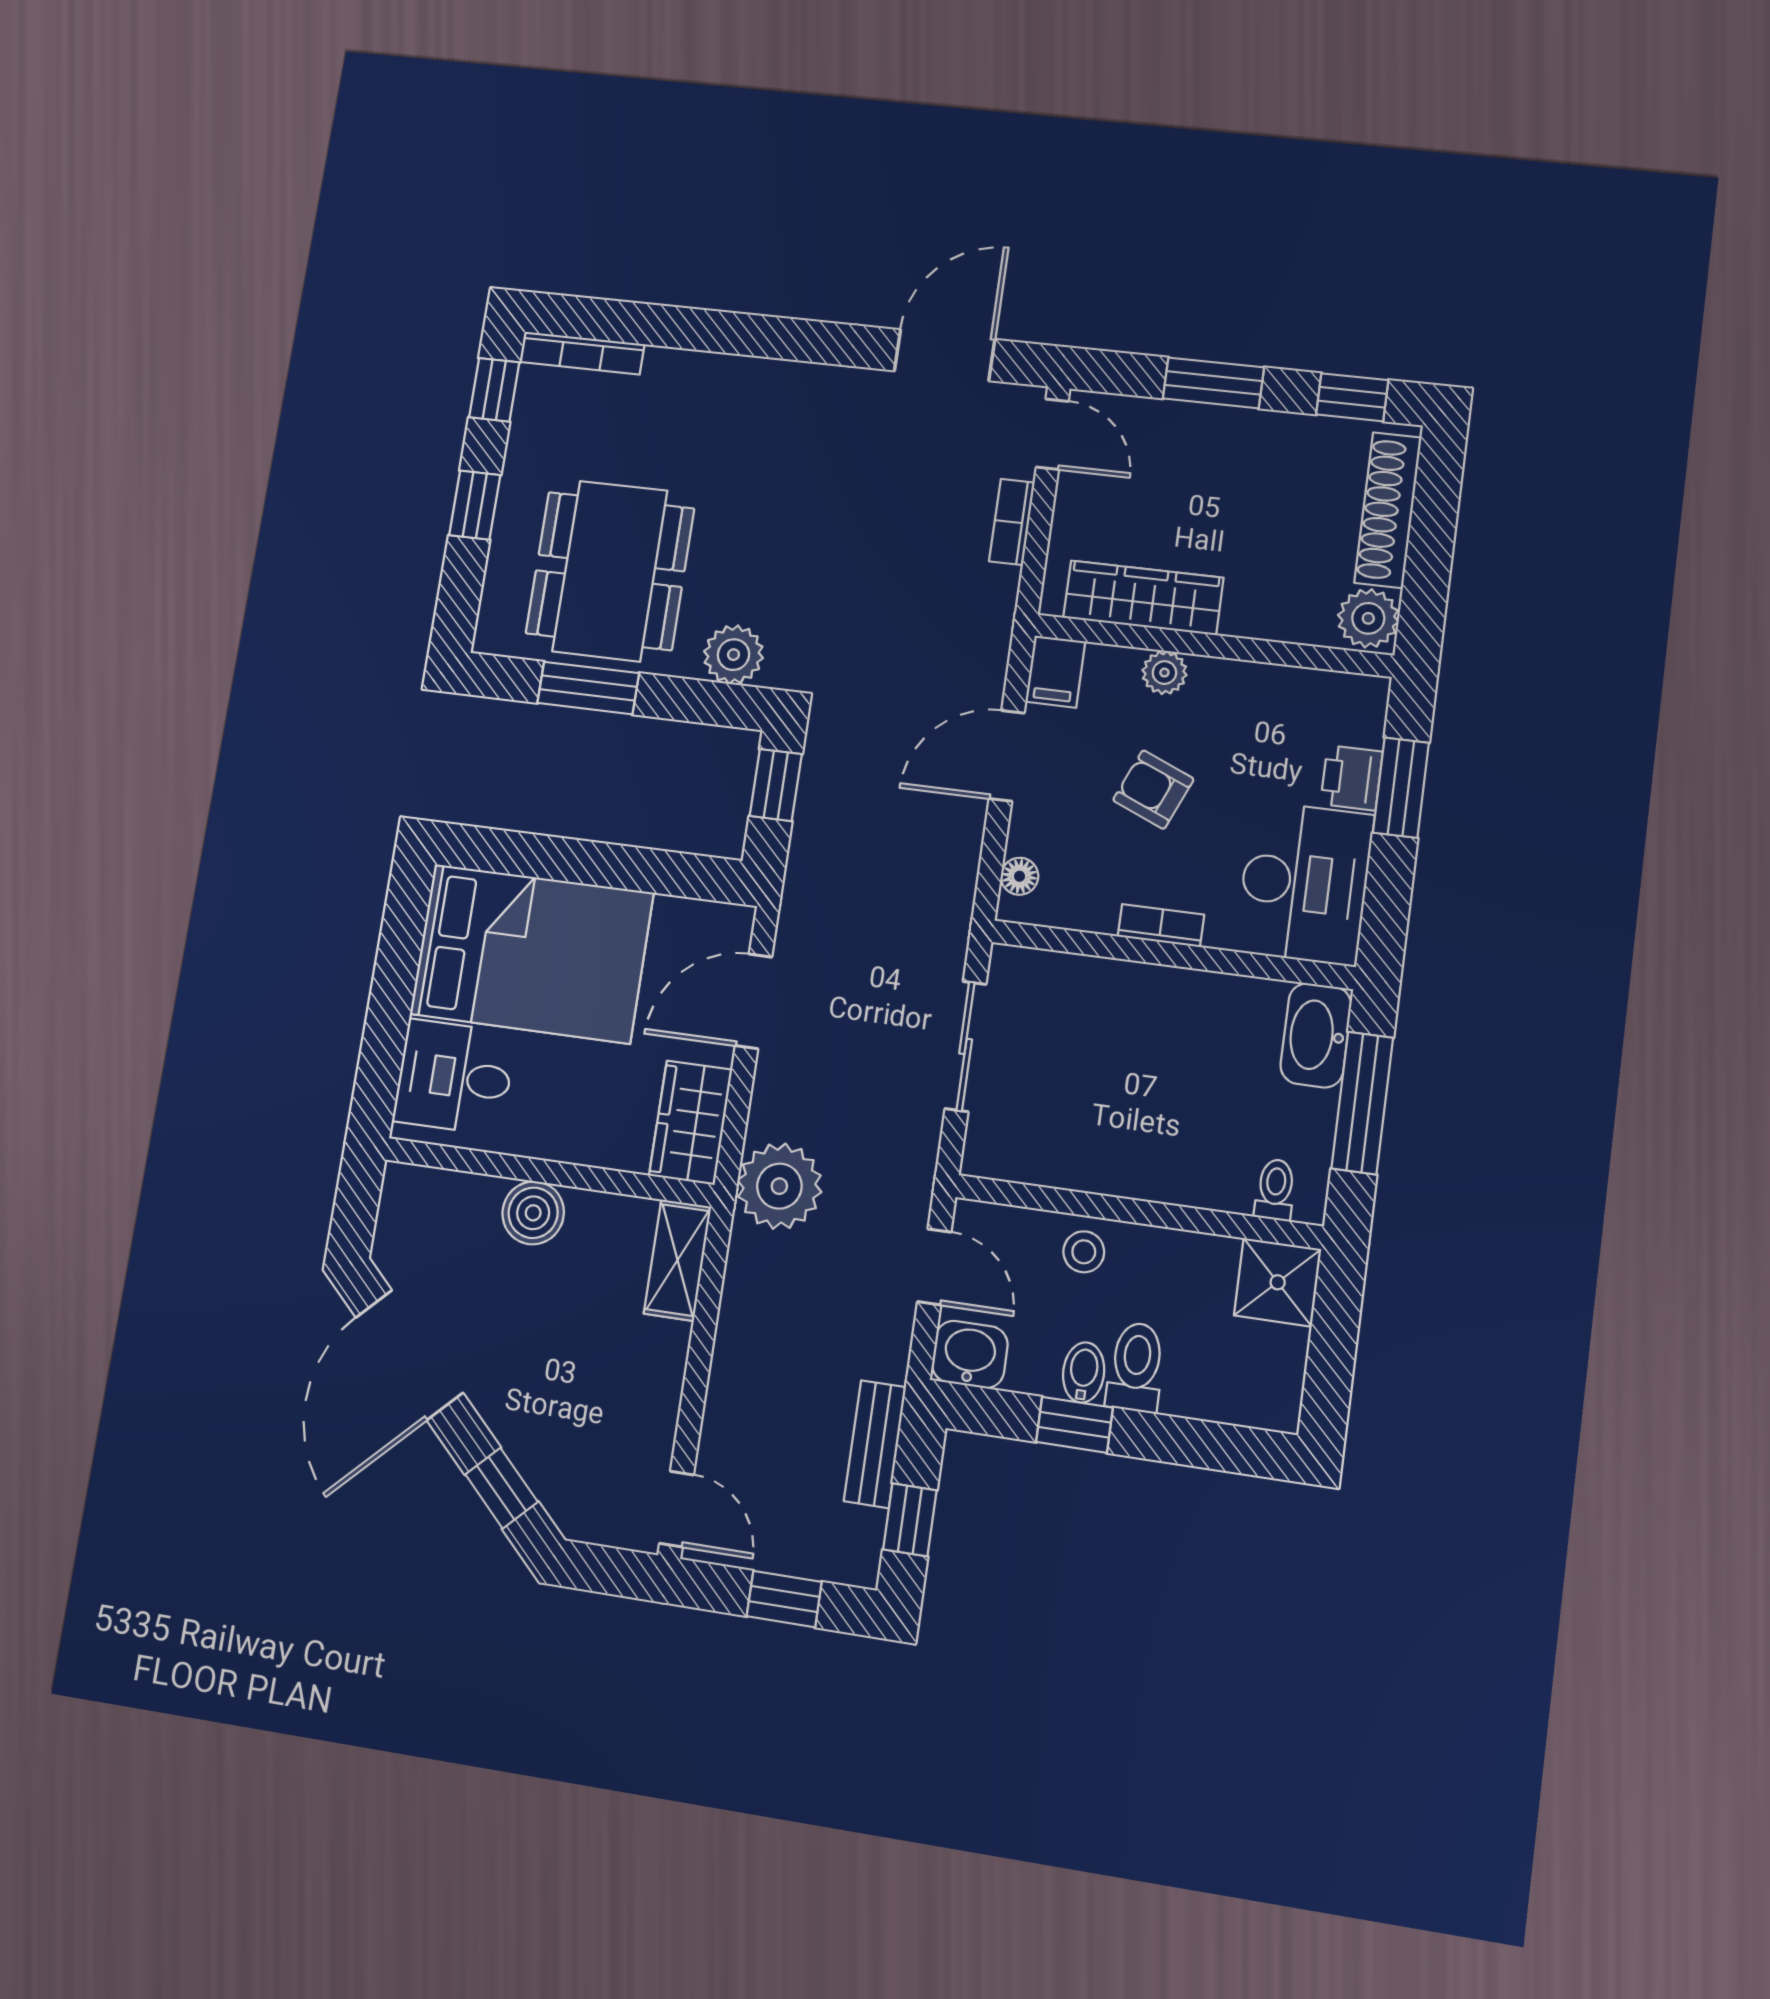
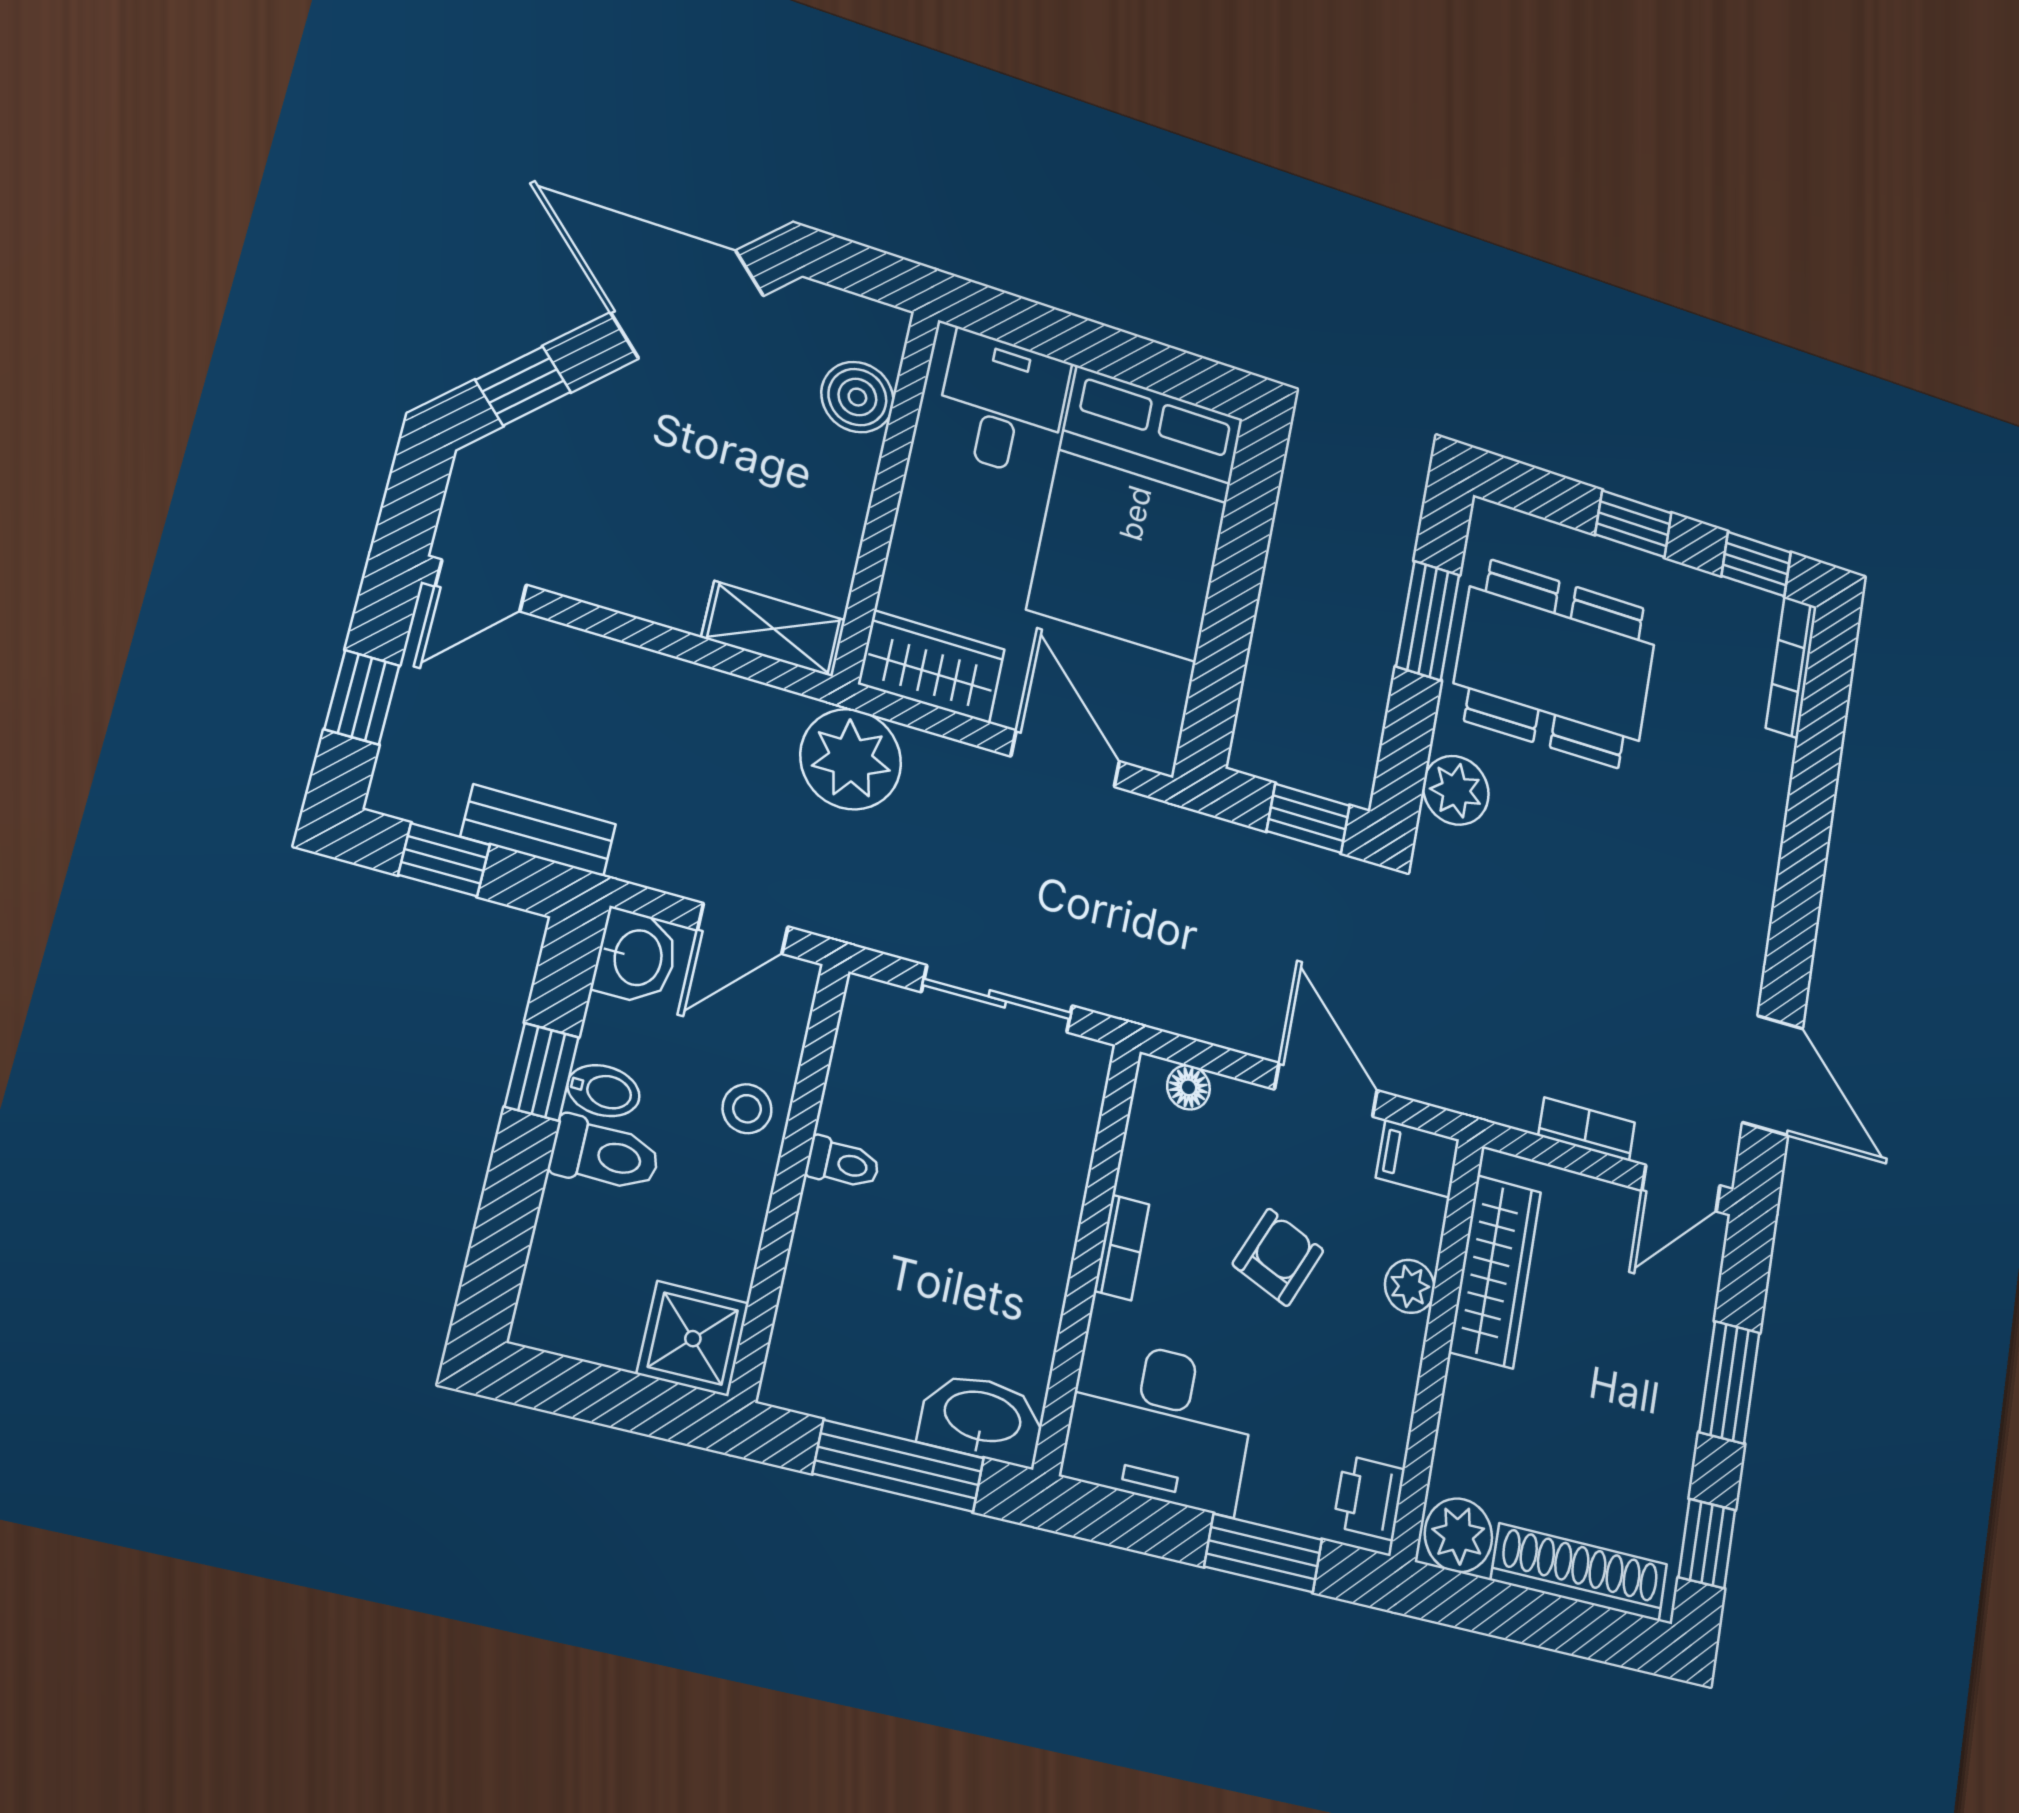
printer: (1351, 778) -> (1369, 1498), moved, turned -90
toilet: (1275, 1190) -> (843, 1163), moved
boiler: (533, 1213) -> (857, 397), moved

